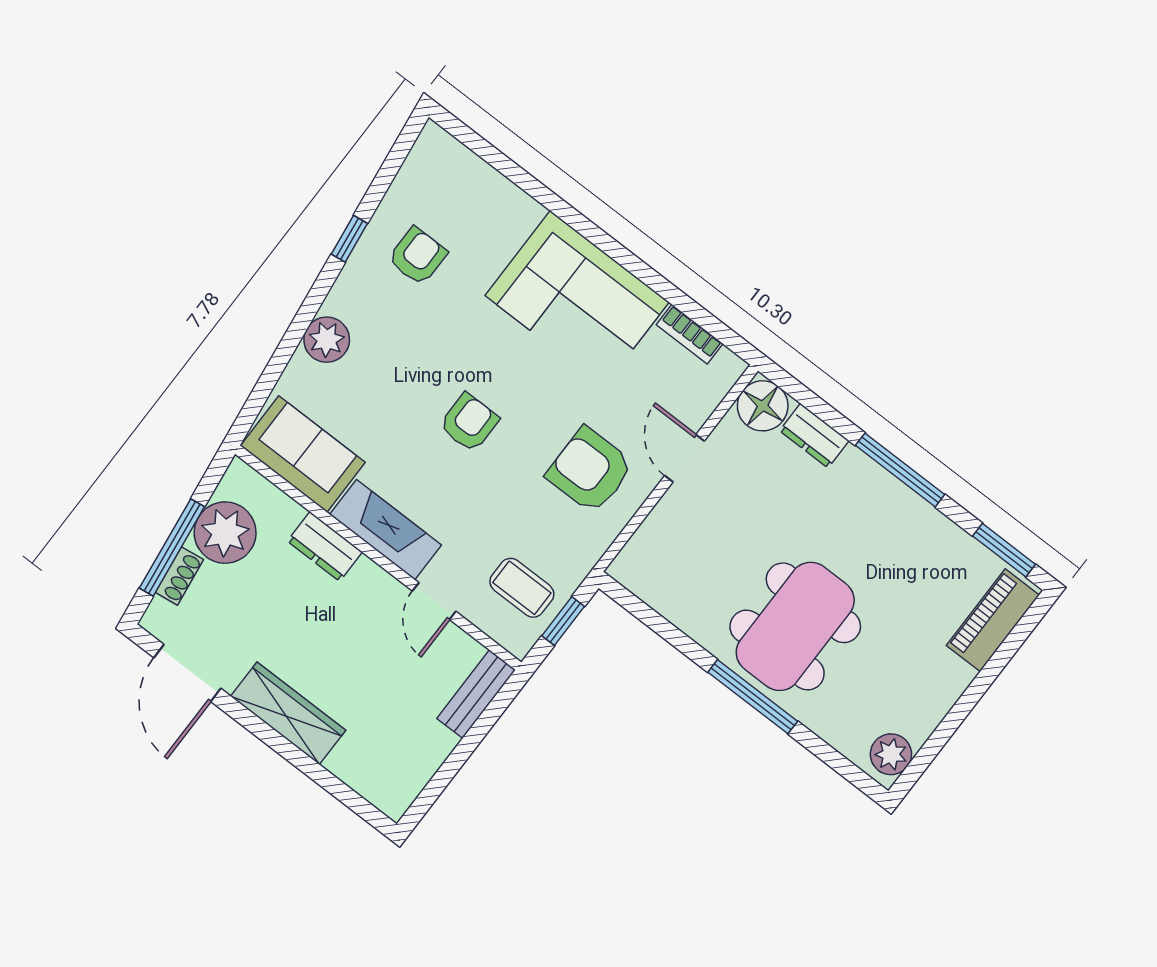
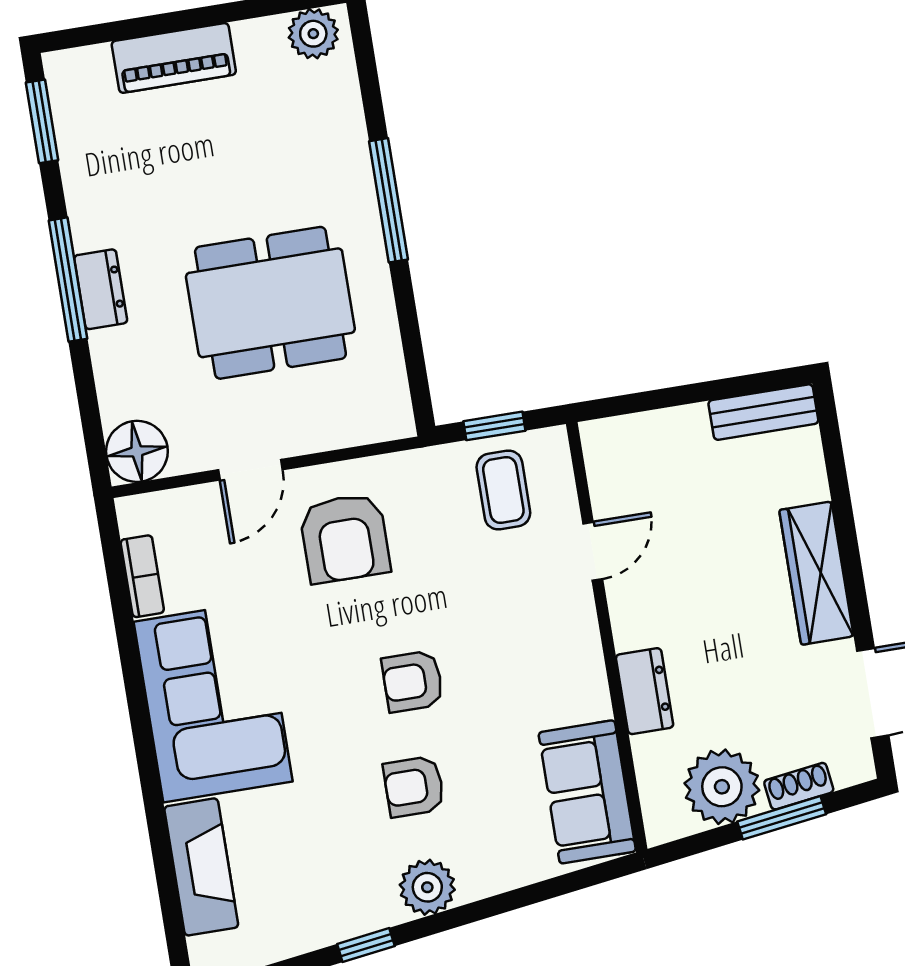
armchair: (417, 256) -> (414, 786), moved
plant: (327, 340) -> (427, 887), moved
dresser: (814, 436) -> (101, 289), moved
fireplace: (385, 530) -> (201, 867), moved, turned 180
window: (172, 547) -> (782, 818), width x0.69
piano: (993, 620) -> (174, 58), moved
dining table: (795, 626) -> (270, 303), moved
bench: (476, 694) -> (763, 412), moved

